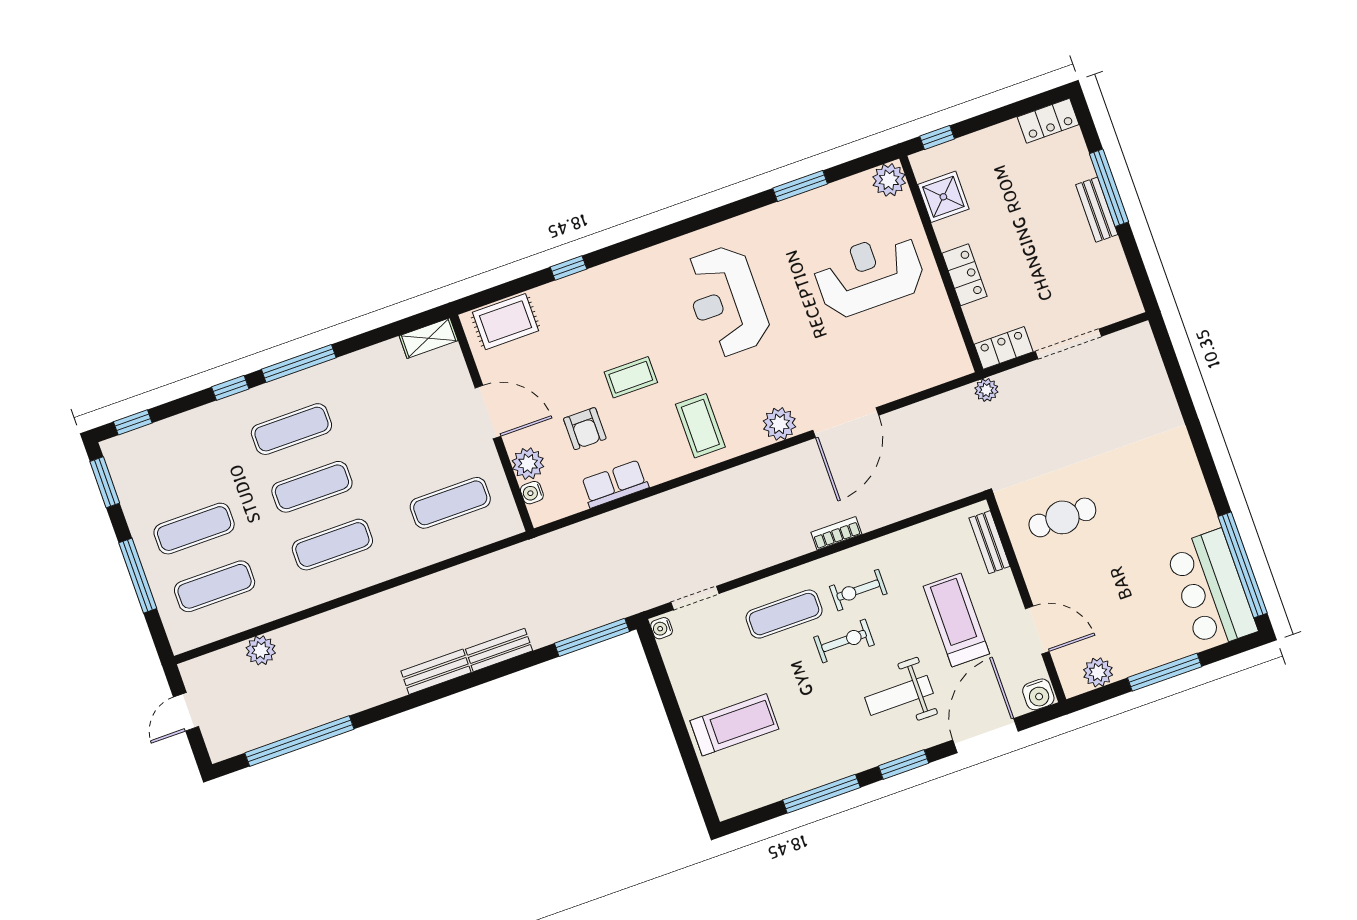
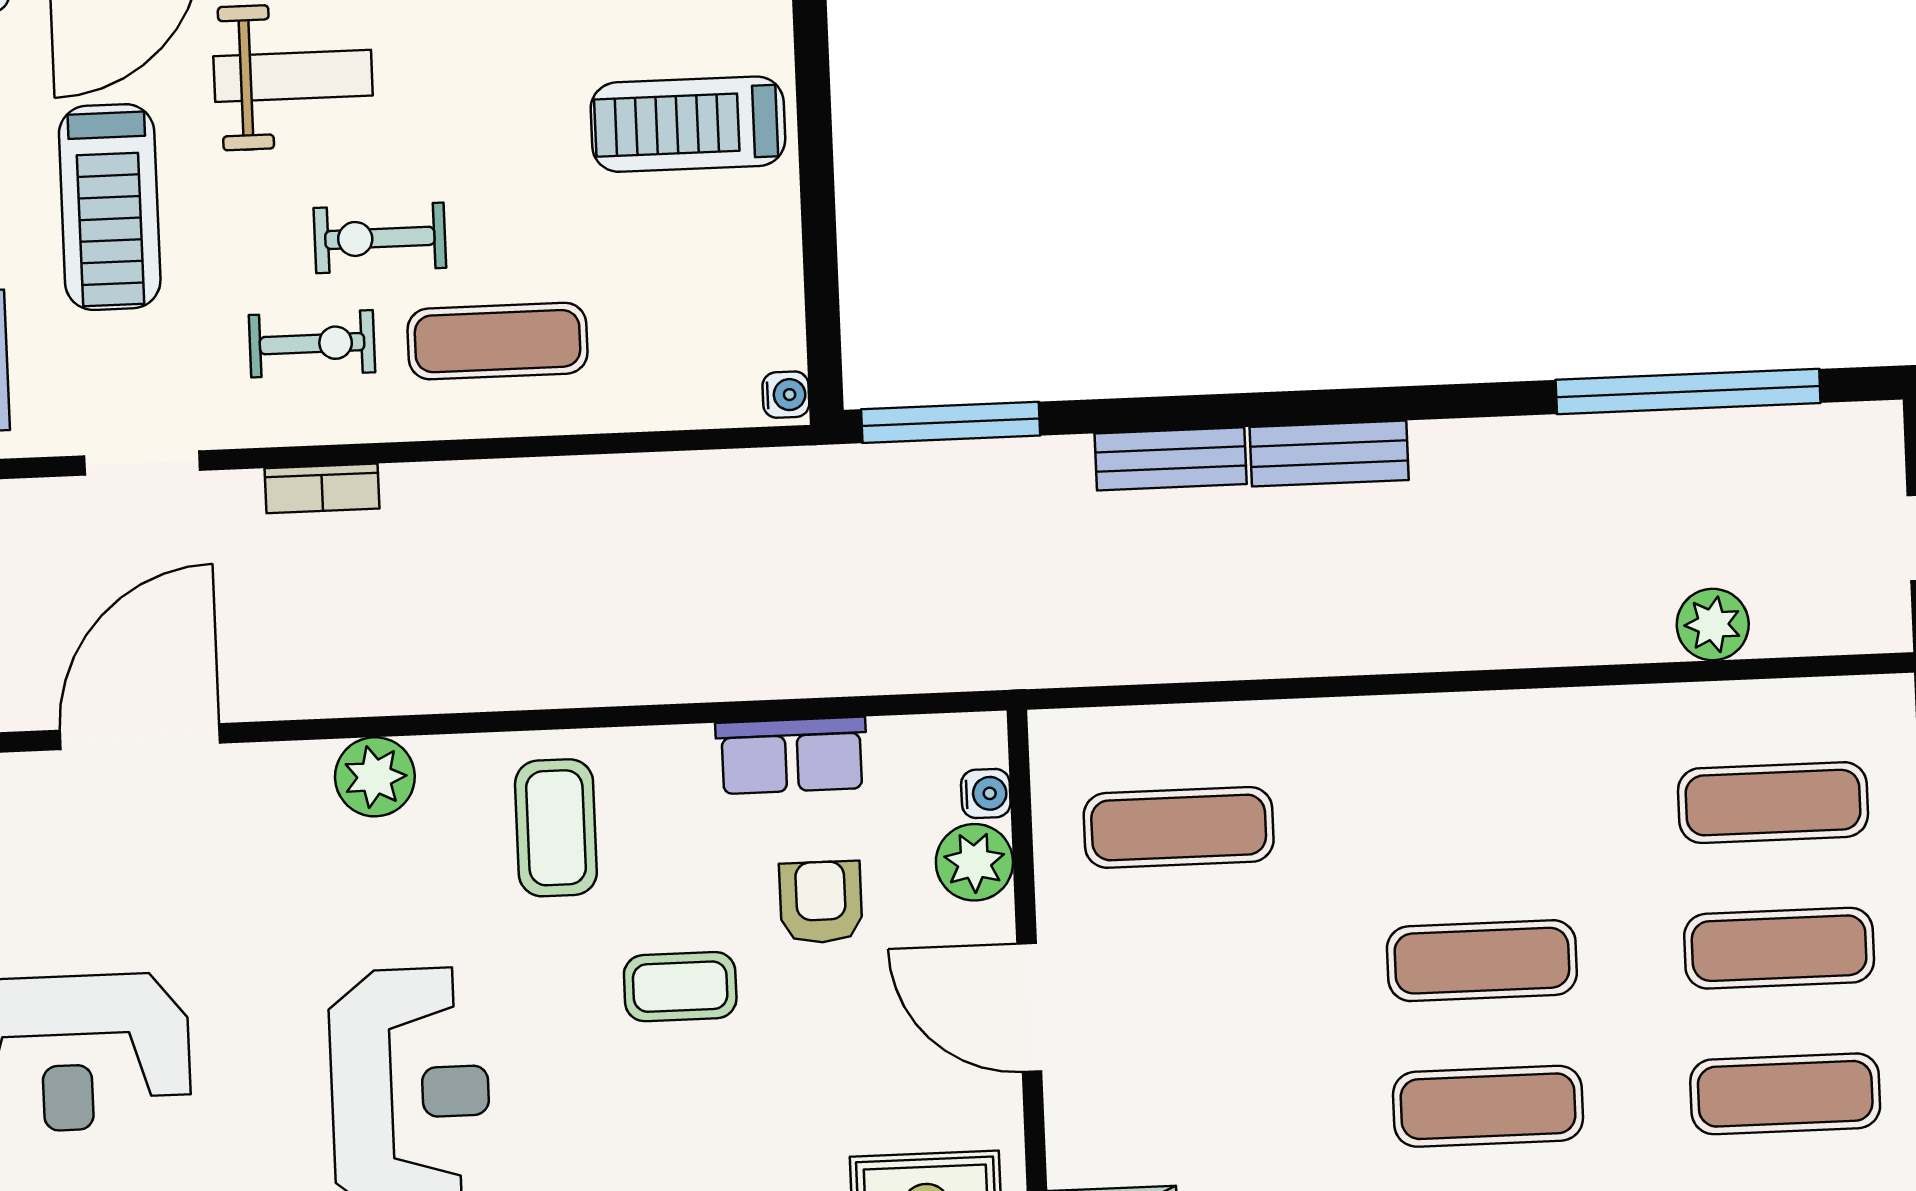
door: (846, 423) -> (140, 737), moved
exercise mat: (332, 545) -> (1785, 1094), moved
doorway: (695, 598) -> (142, 463), moved

